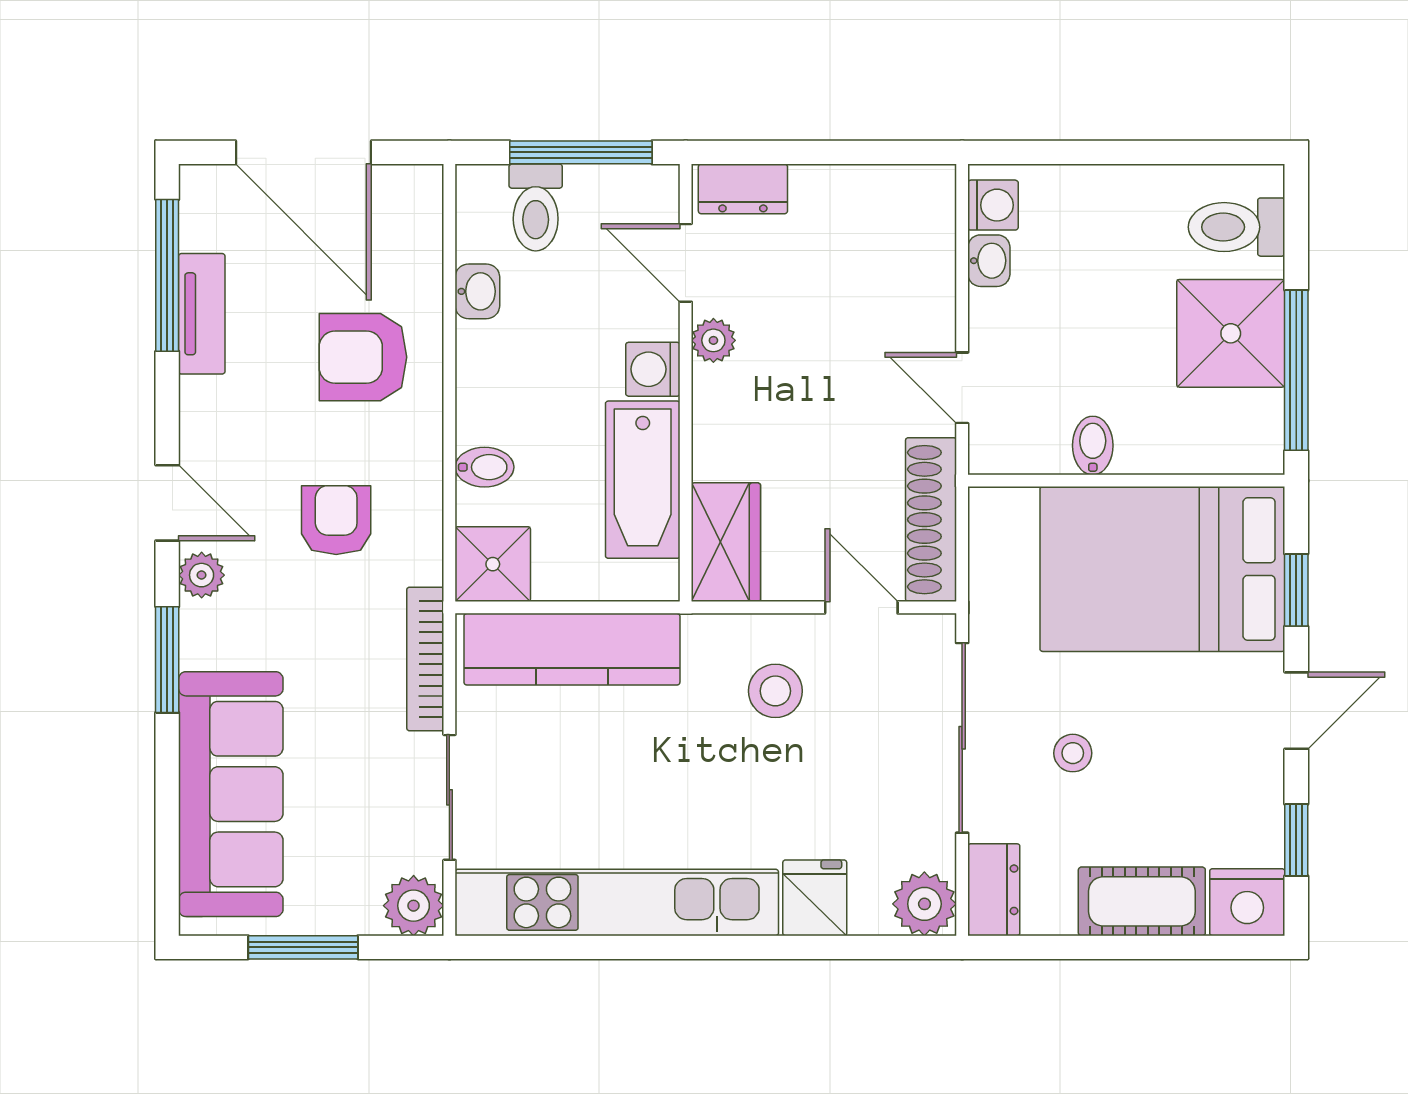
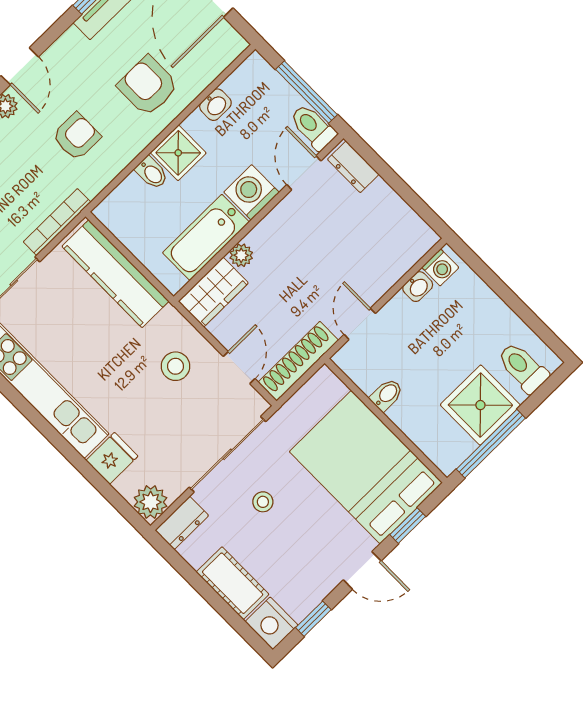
toilet: (536, 207) -> (313, 127), moved, turned 90
plant: (713, 340) -> (241, 255), moved
washing machine: (653, 369) -> (251, 192), width x1.38, depth x1.38
shower: (493, 564) -> (178, 153), moved

